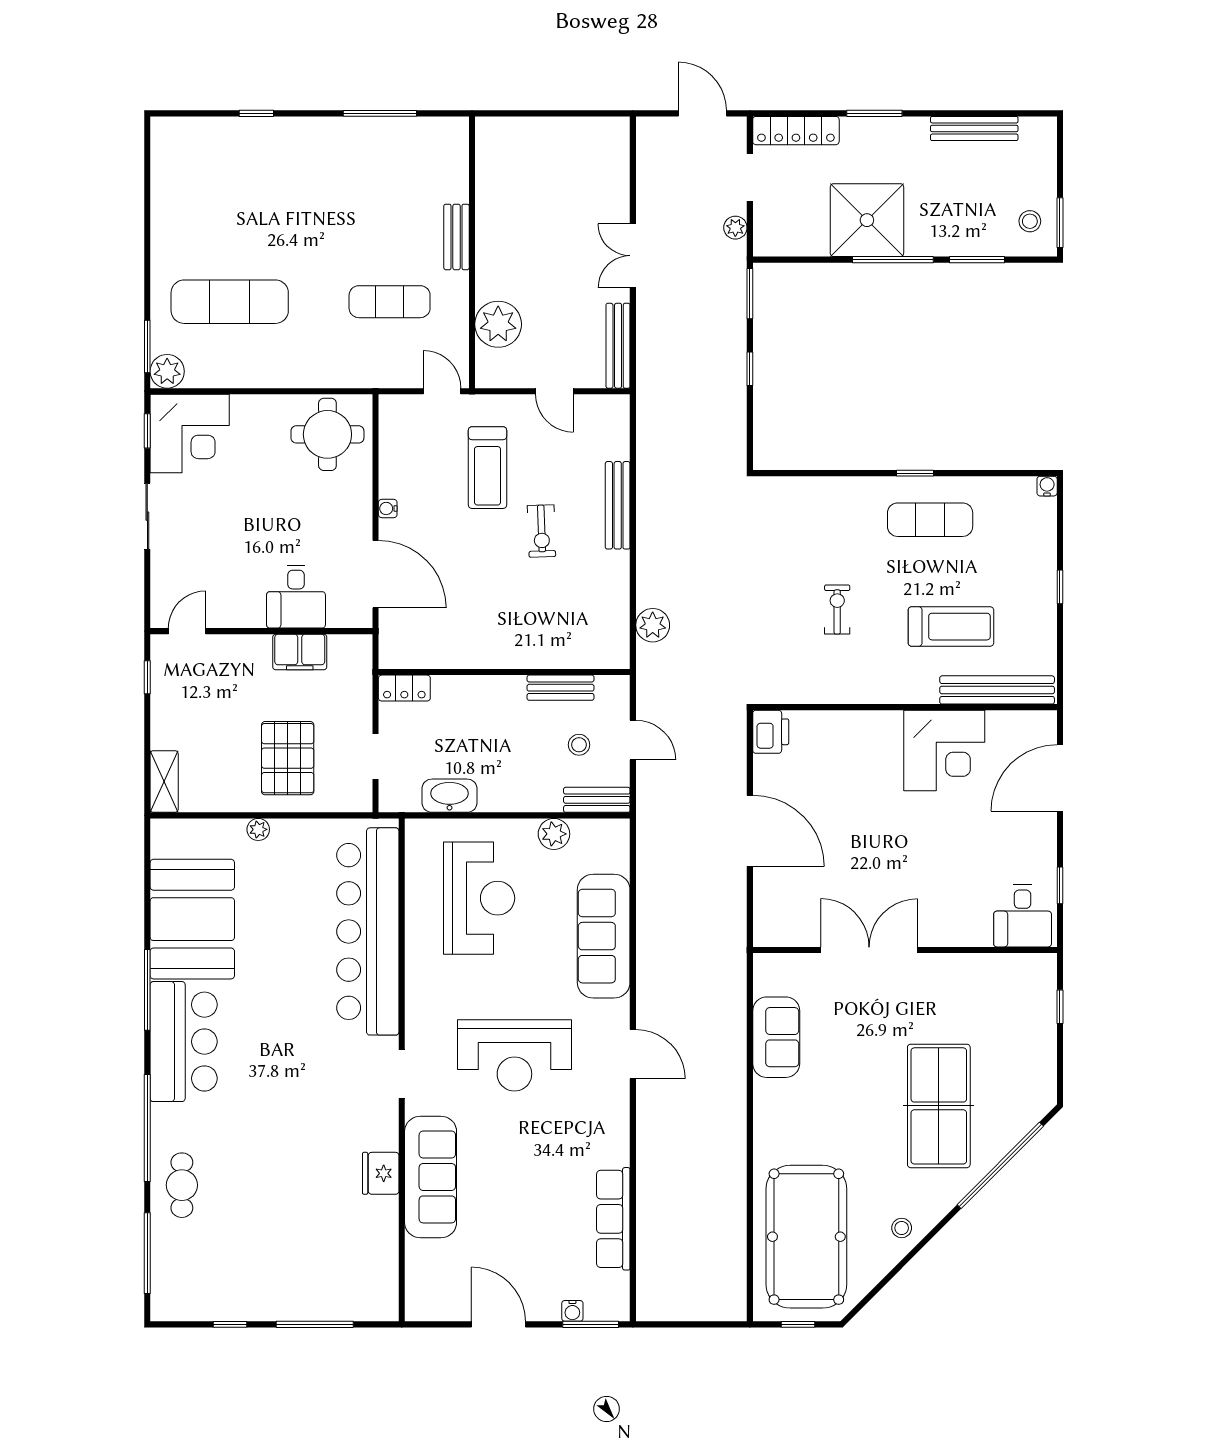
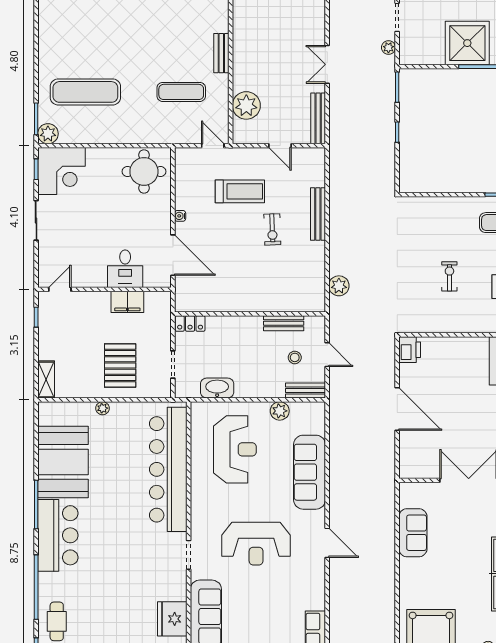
treadmill: (487, 468) -> (240, 191), turned -90
fridge: (381, 1173) -> (172, 619), width x1.36, depth x1.34

